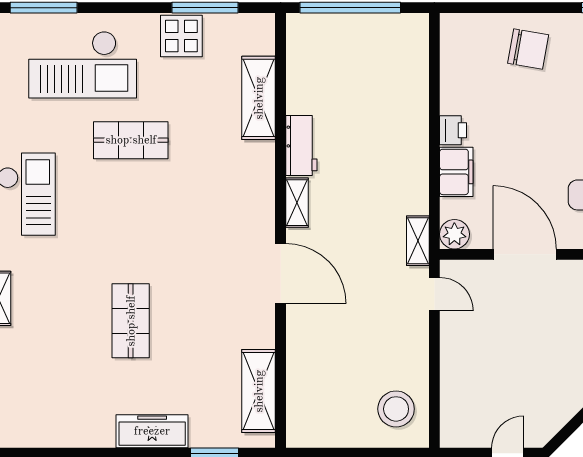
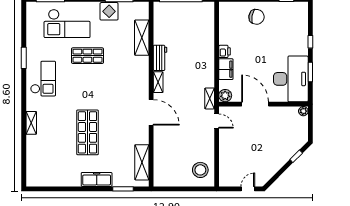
shop shelf: (131, 321) -> (87, 132), width x1.43, depth x1.36

